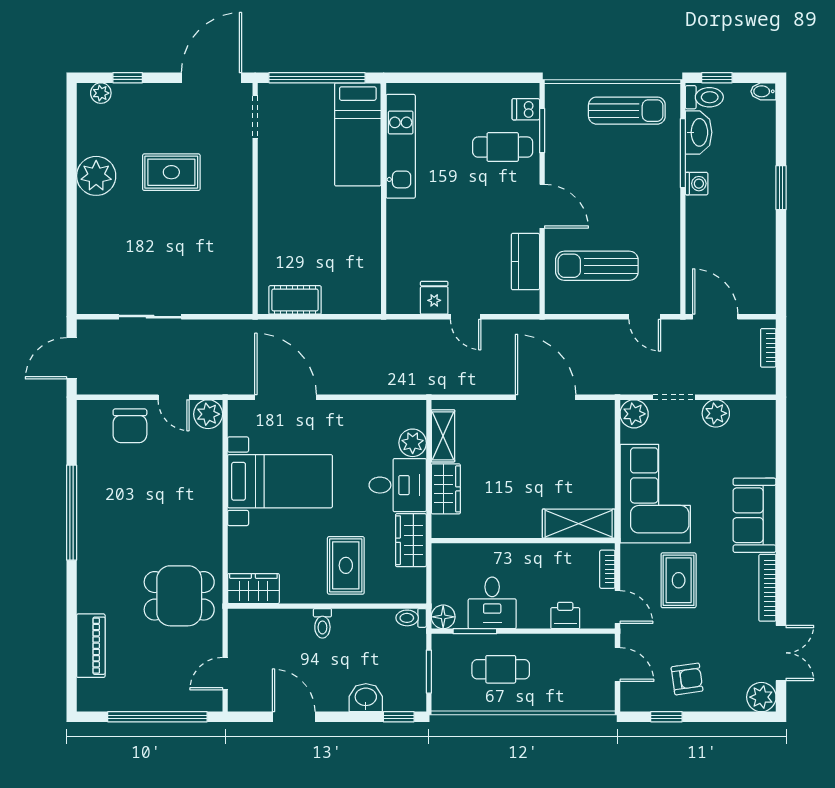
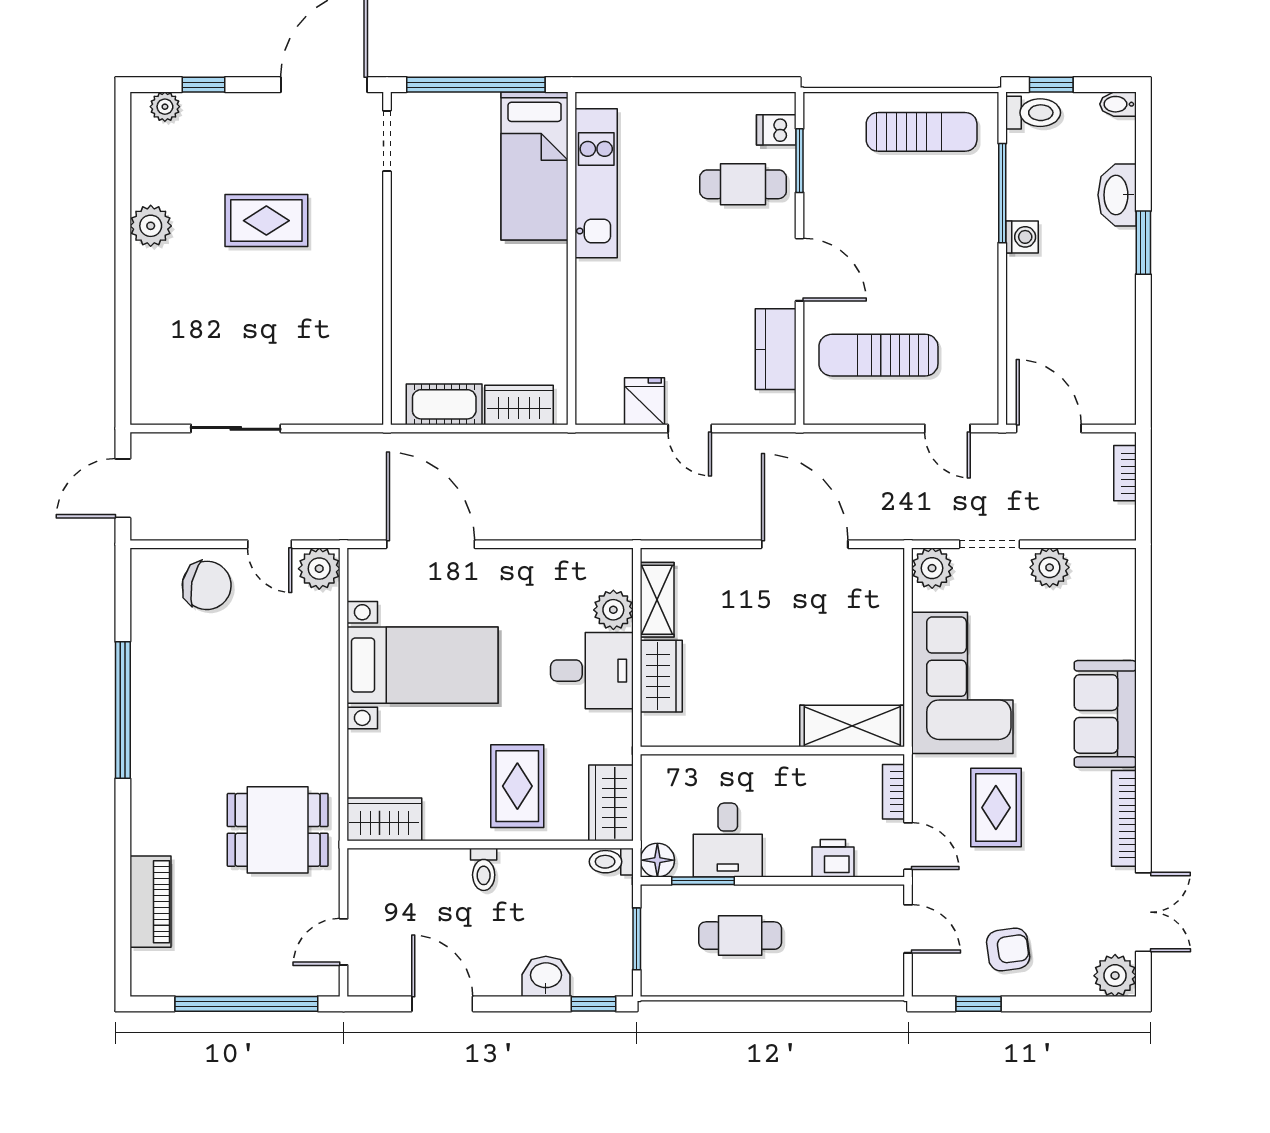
washbasin: (699, 132) -> (1117, 195), moved, turned 180
plant: (96, 176) -> (151, 226), width x0.73, depth x0.73
wardrobe: (347, 300) -> (519, 405), added
chair: (130, 426) -> (207, 585), turned -78
wardrobe: (411, 540) -> (611, 803), moved

